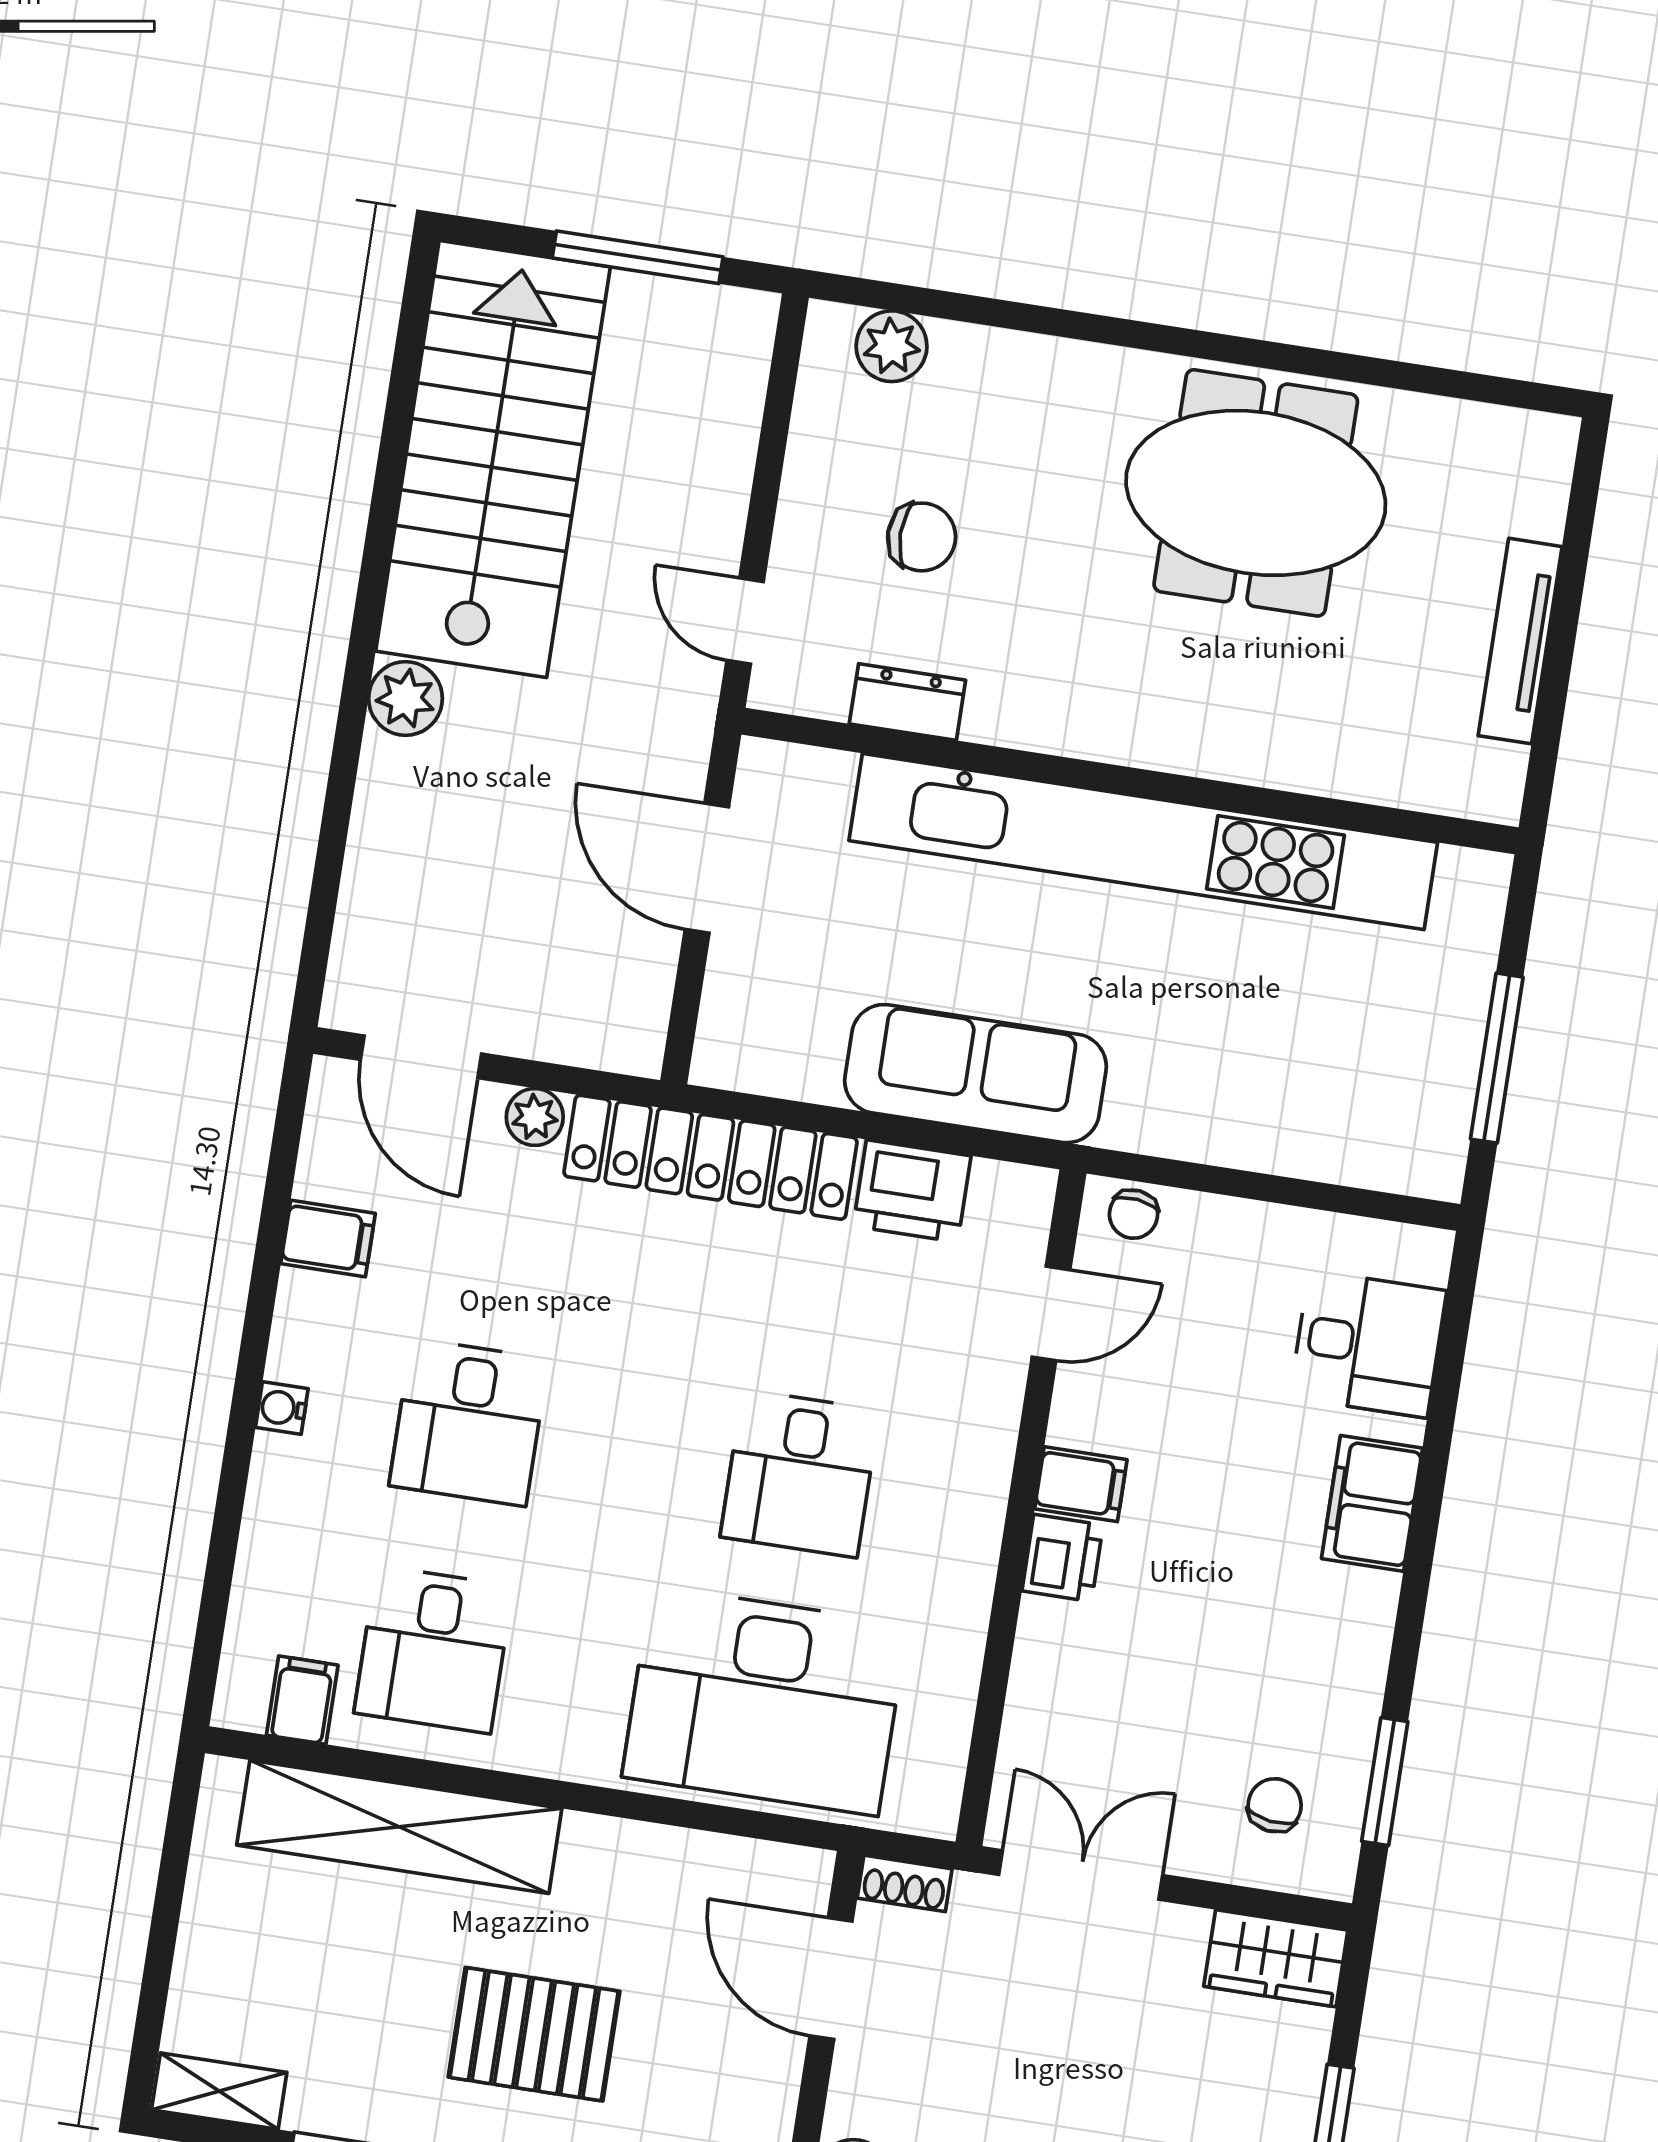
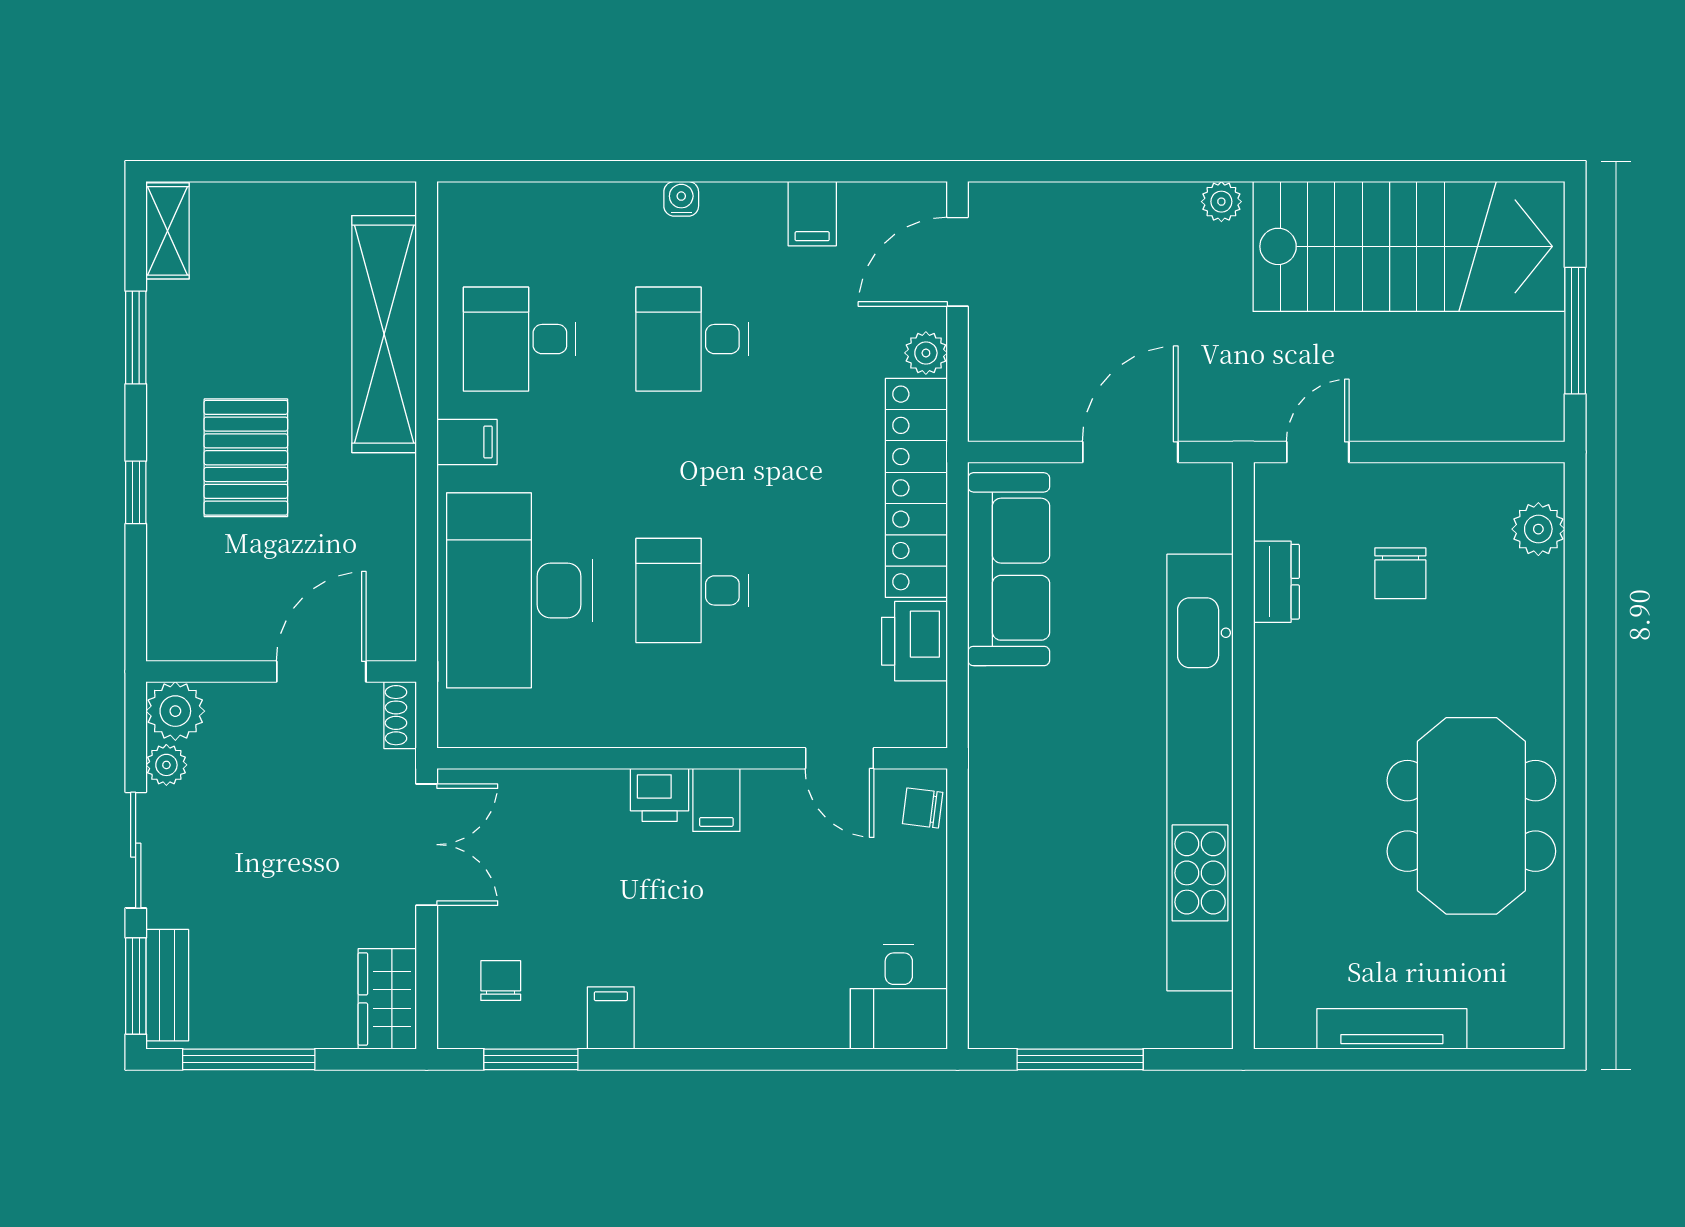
plant: (405, 698) -> (1221, 202), width x0.73, depth x0.73
sofa: (975, 1074) -> (1009, 569), moved
desk: (1368, 1344) -> (899, 997), moved
filing cabinet: (1372, 1503) -> (611, 1018), moved, width x0.50
filing cabinet: (302, 1700) -> (467, 442), moved
chair: (1275, 1805) -> (501, 981), turned -98

